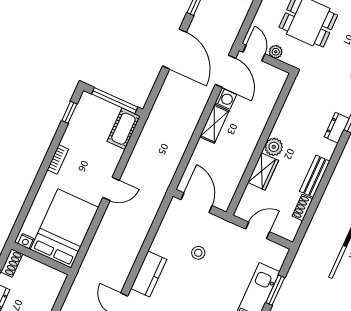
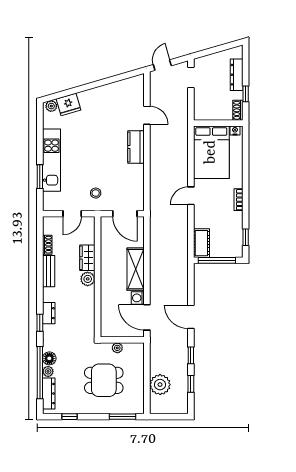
door: (174, 49) -> (191, 317), width x0.73
door: (254, 53) -> (132, 340), removed
shelving: (214, 124) -> (136, 269), width x1.50, depth x1.33
stool: (198, 253) -> (96, 193), moved

